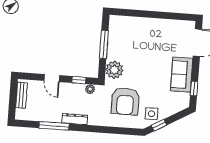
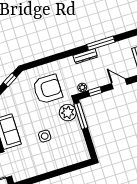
window: (104, 44) -> (81, 116), moved
armchair: (125, 101) -> (48, 89), turned 90
side table: (152, 114) -> (45, 136), moved

